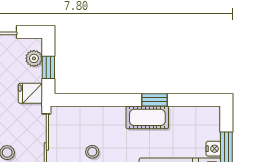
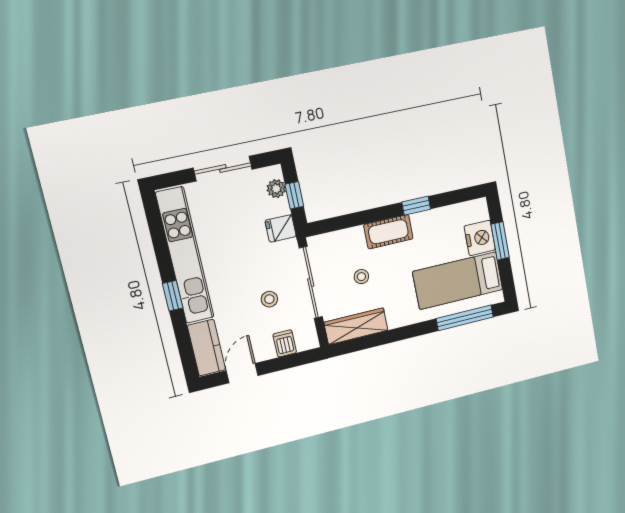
cot: (147, 117) -> (388, 232), moved
nightstand: (213, 149) -> (480, 238), width x1.89, depth x1.79

